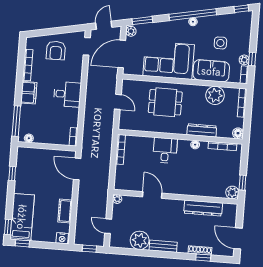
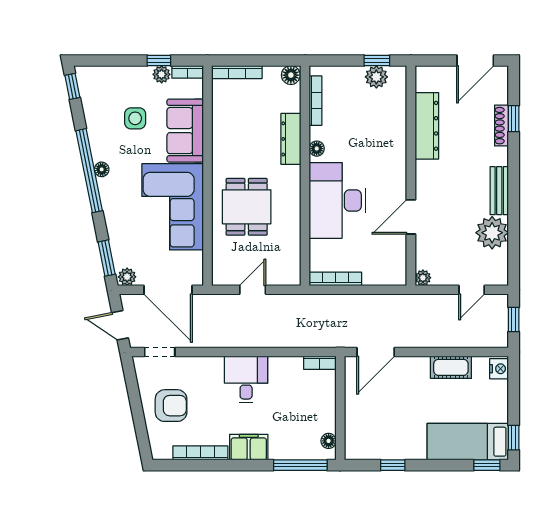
plant: (215, 95) -> (228, 121), removed
desk: (165, 150) -> (337, 201), width x1.87, depth x1.30
plant: (232, 192) -> (376, 77), moved

